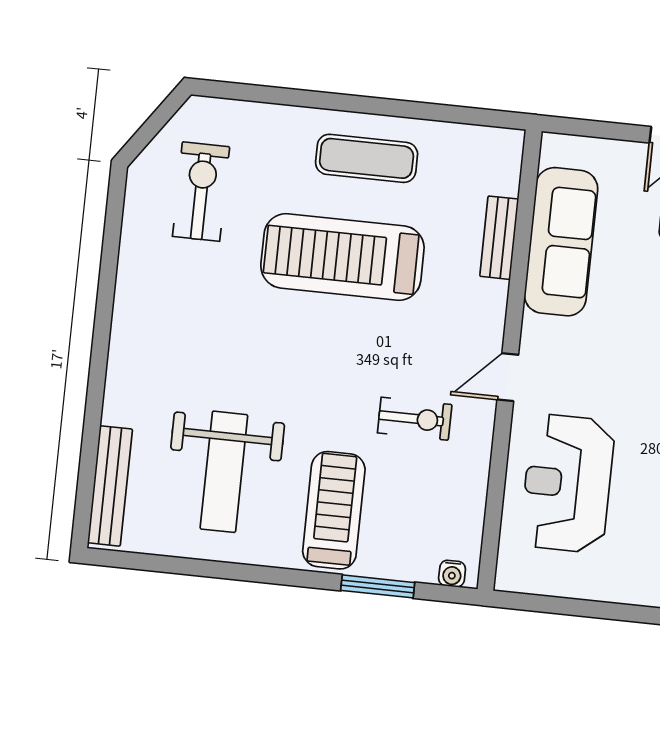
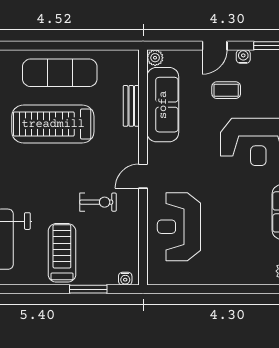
plant: (556, 149) -> (155, 58), added
exercise mat: (367, 158) -> (60, 73), width x1.36, depth x1.45

